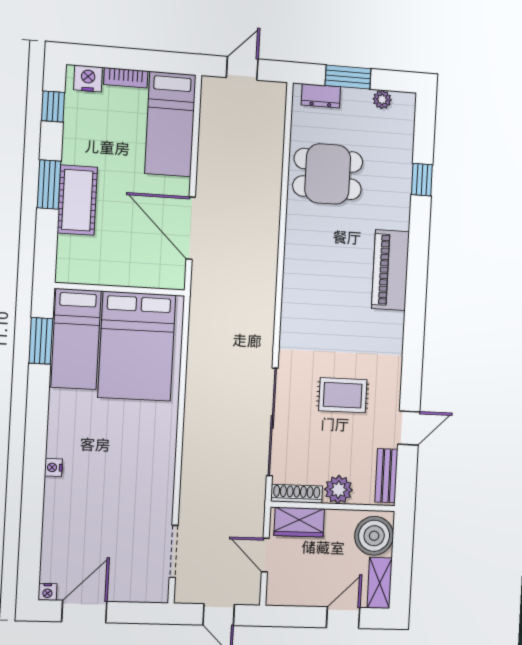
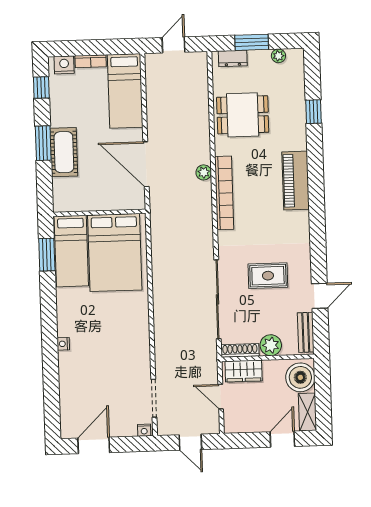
plant: (268, 247) -> (204, 172), added
bookcase: (294, 278) -> (224, 193), added
nightstand: (47, 592) -> (144, 430), moved

